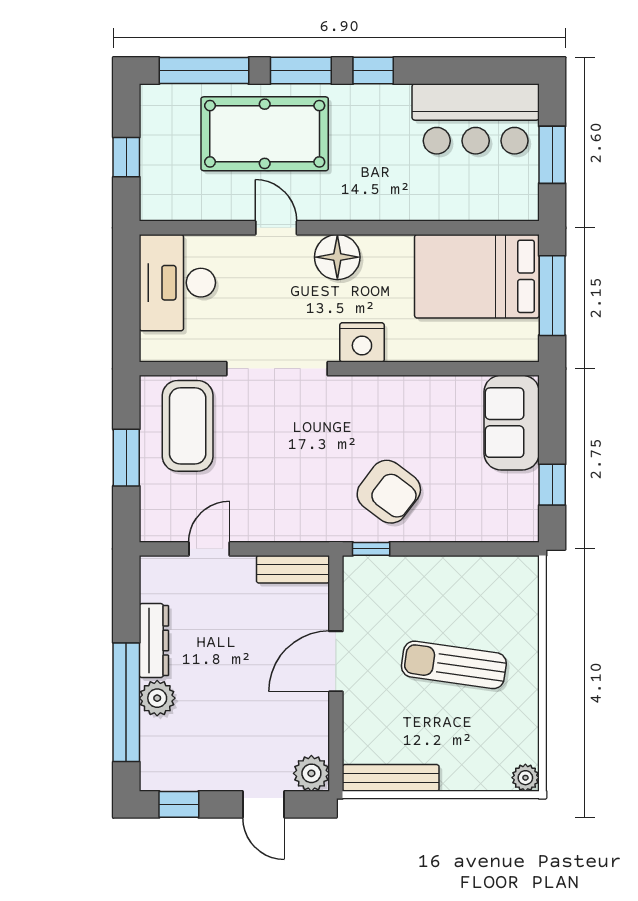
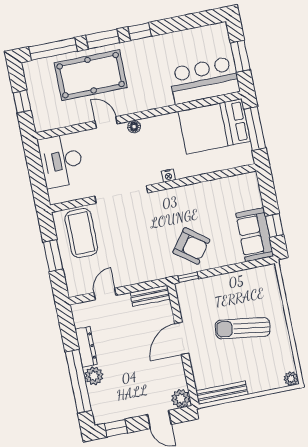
bar counter: (476, 119) -> (204, 80), moved, turned 180
floor lamp: (337, 257) -> (134, 127), width x0.53, depth x0.53
nightstand: (362, 342) -> (168, 176), width x0.53, depth x0.56
sofa: (512, 423) -> (255, 235), moved

